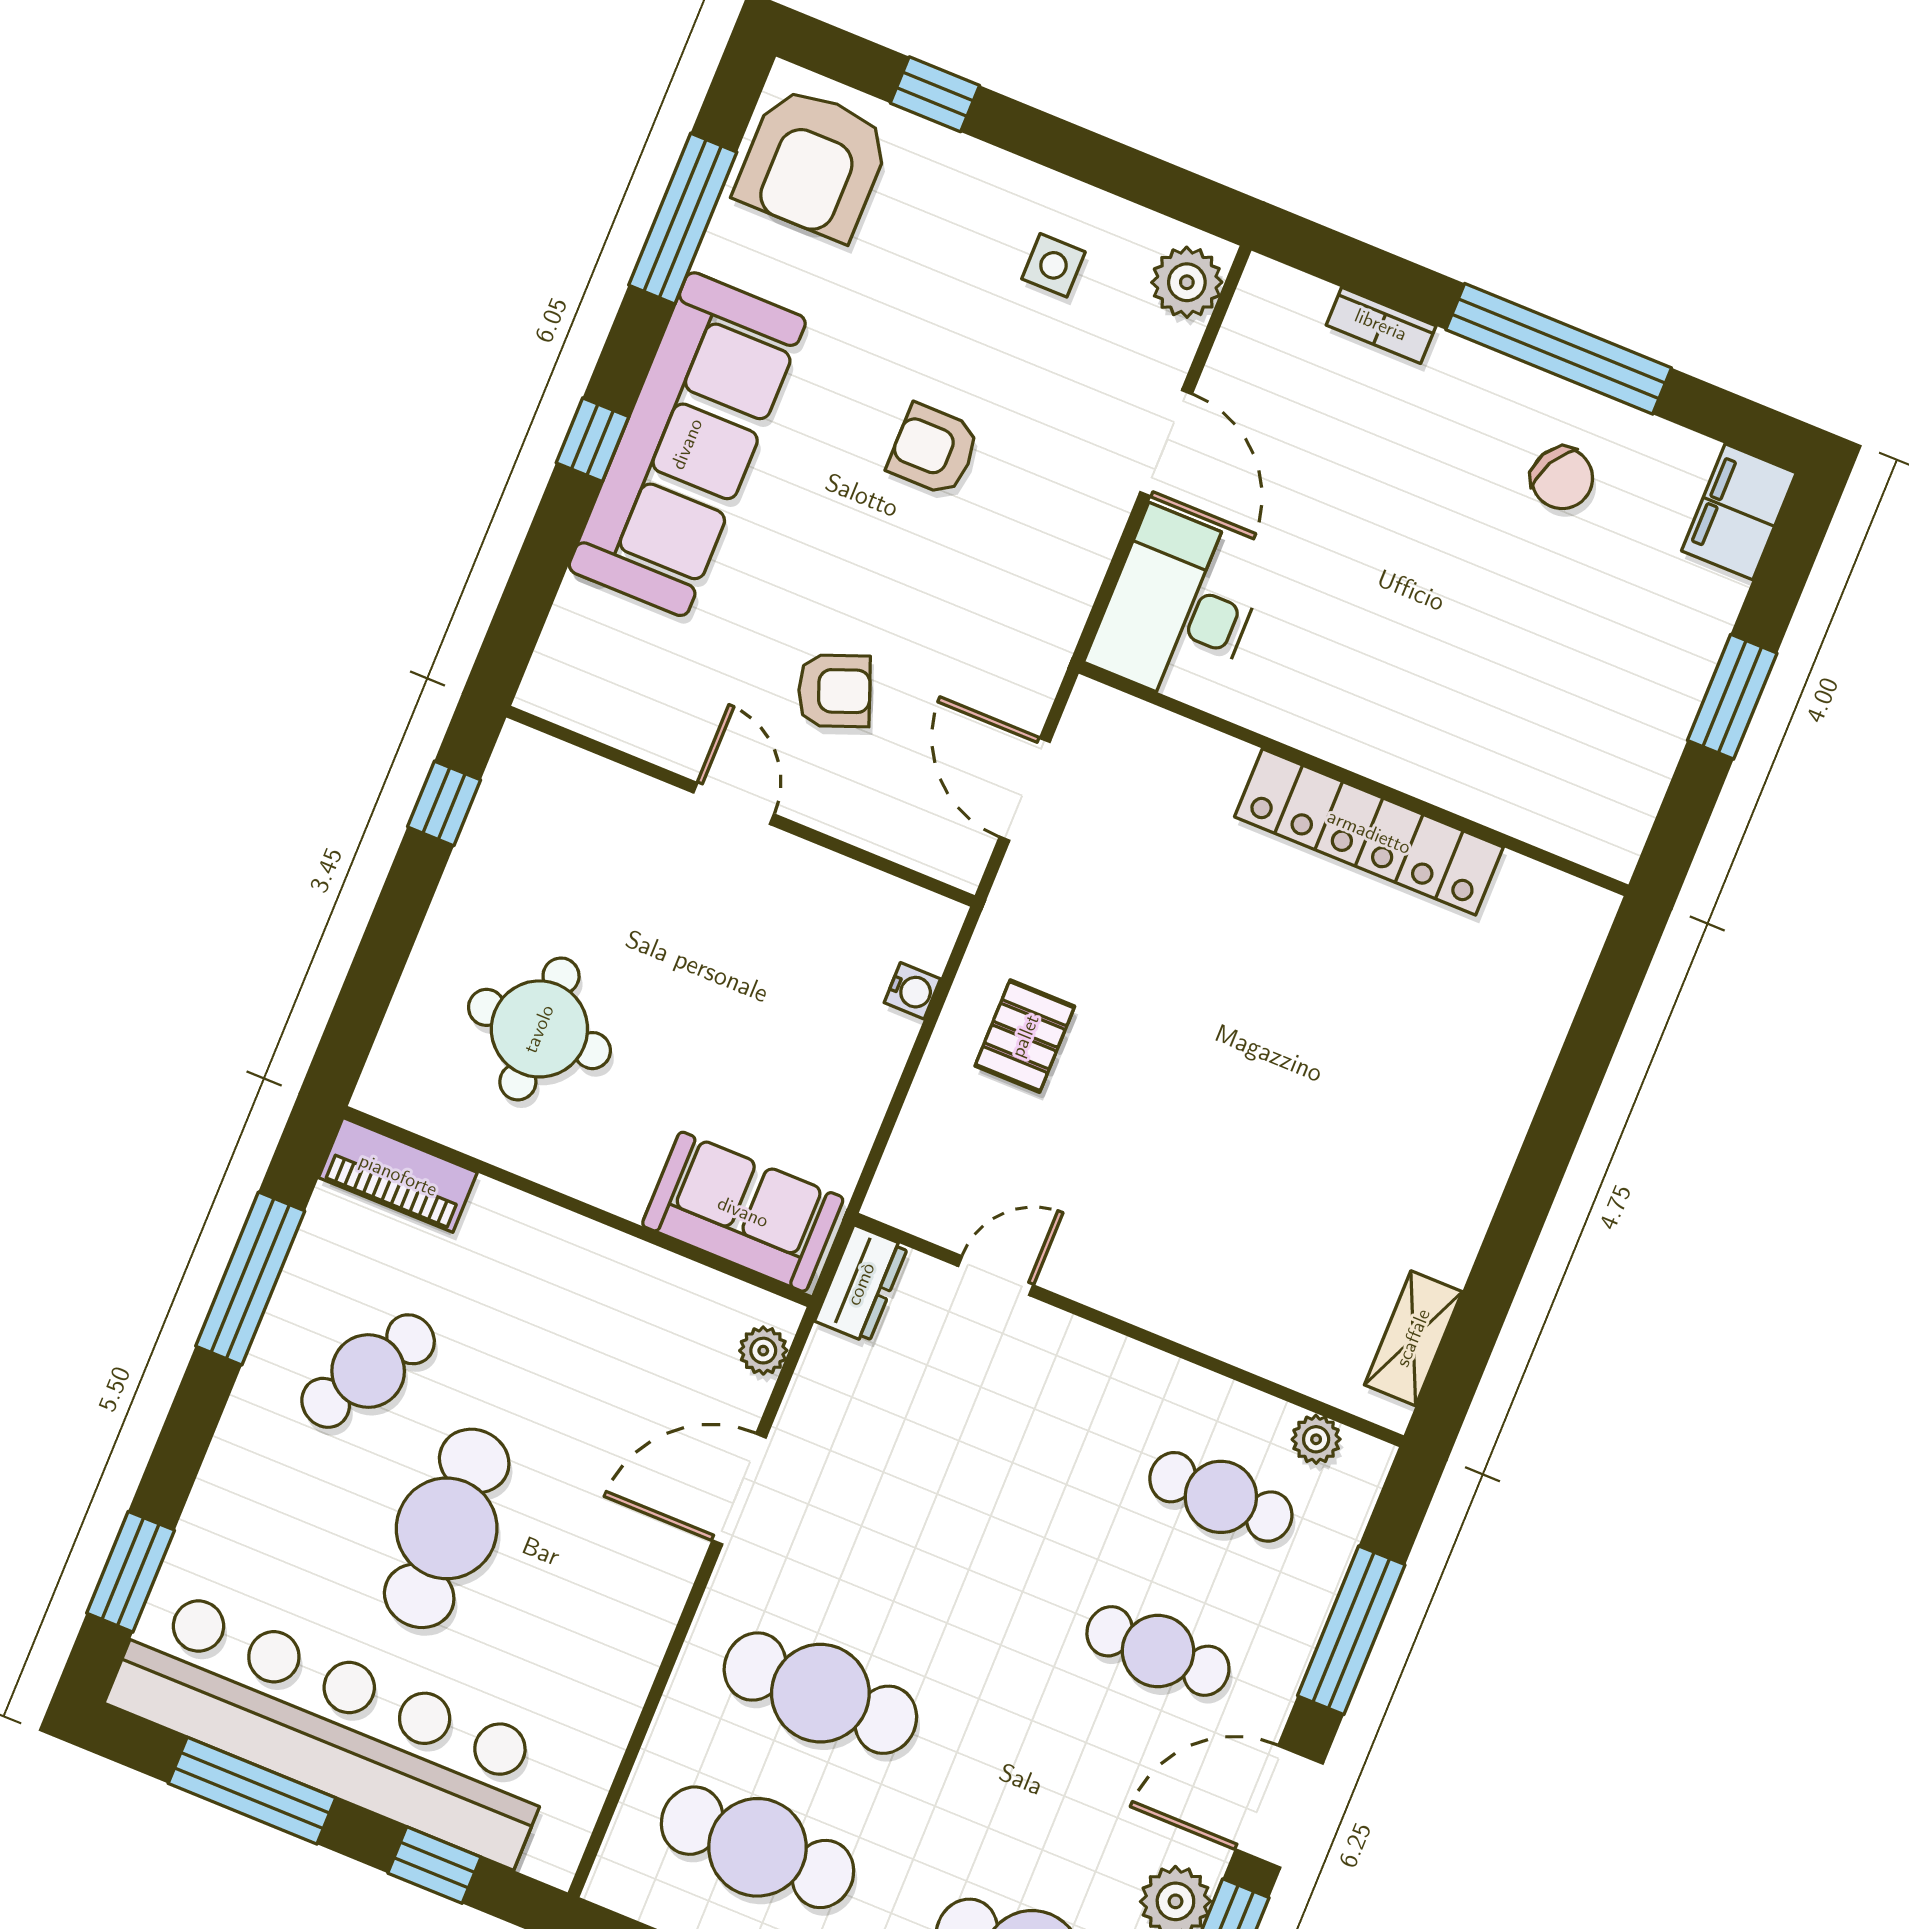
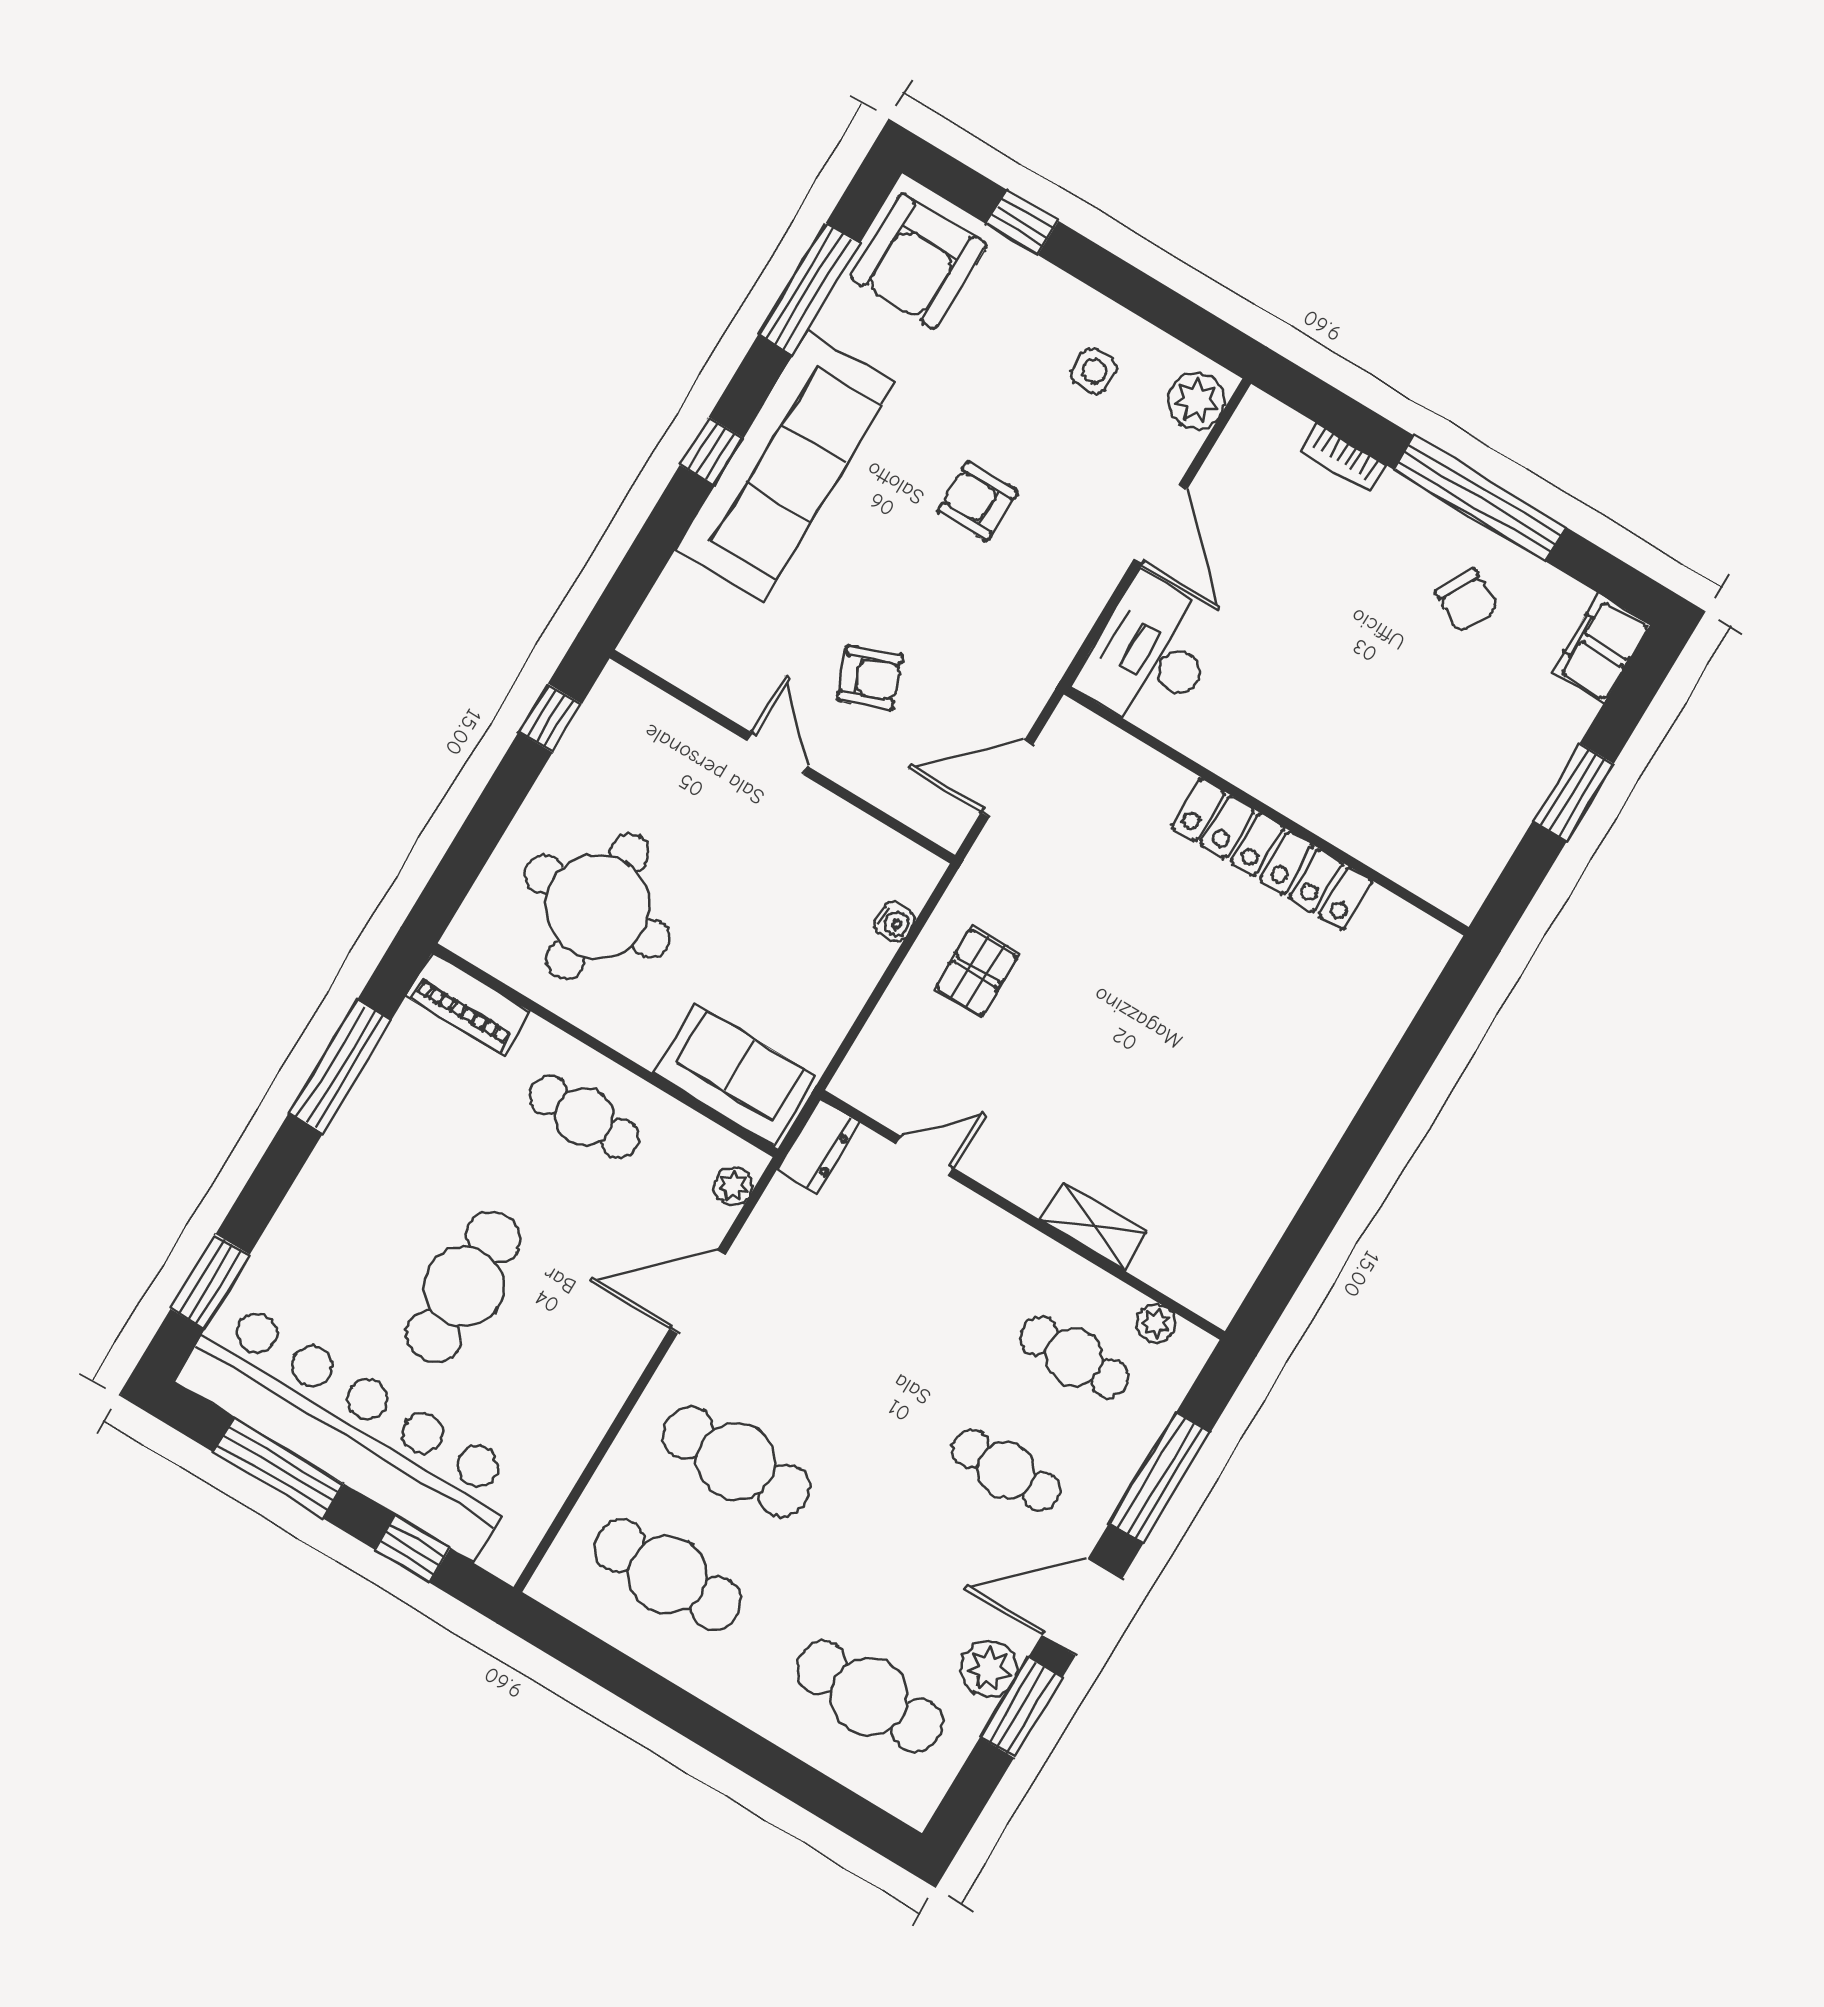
door: (1025, 789) -> (1007, 778), hinge flipped
round table: (539, 1029) -> (597, 907), width x1.36, depth x1.36
shelving: (1413, 1338) -> (1094, 1226), moved, turned 90
cafe table: (368, 1371) -> (584, 1117), moved, turned 59

